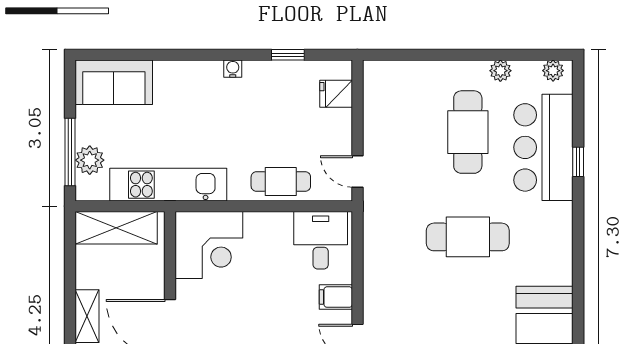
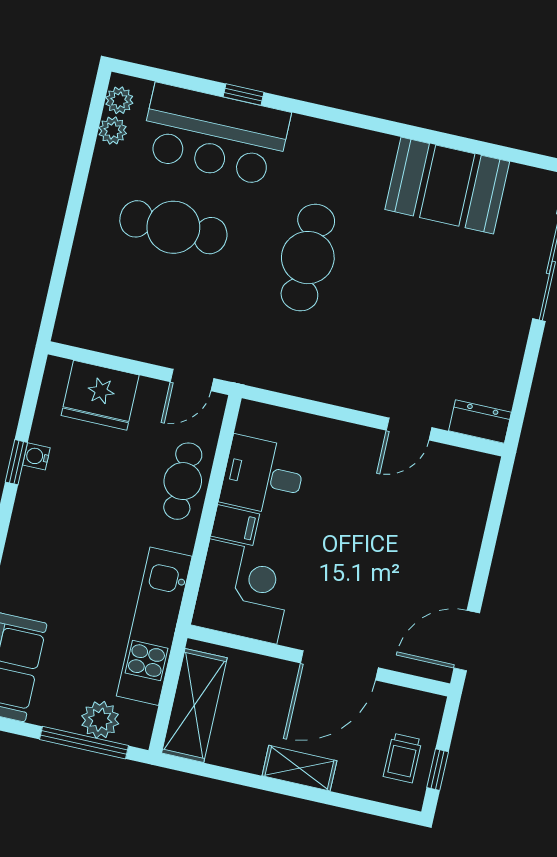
window: (288, 55) -> (16, 462), moved
water cooler: (233, 69) -> (36, 456), moved
plant: (500, 71) -> (113, 131), moved
fridge: (336, 94) -> (100, 395), width x1.88, depth x1.34
desk: (321, 240) -> (263, 476), moved
filing cabinet: (336, 297) -> (235, 525), moved, turned -90

